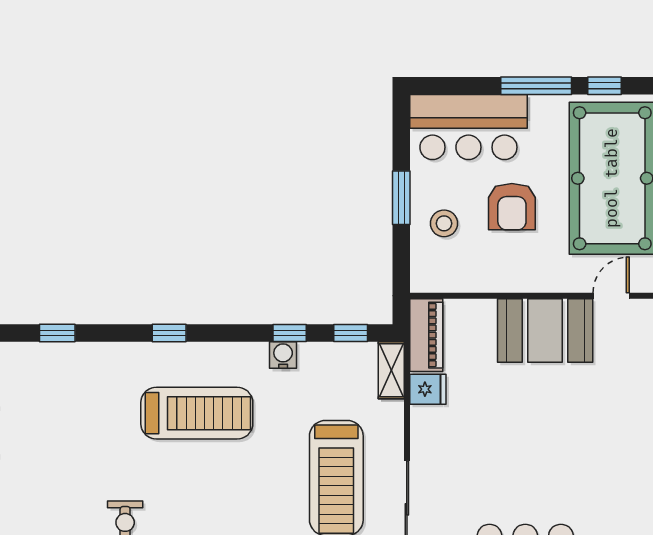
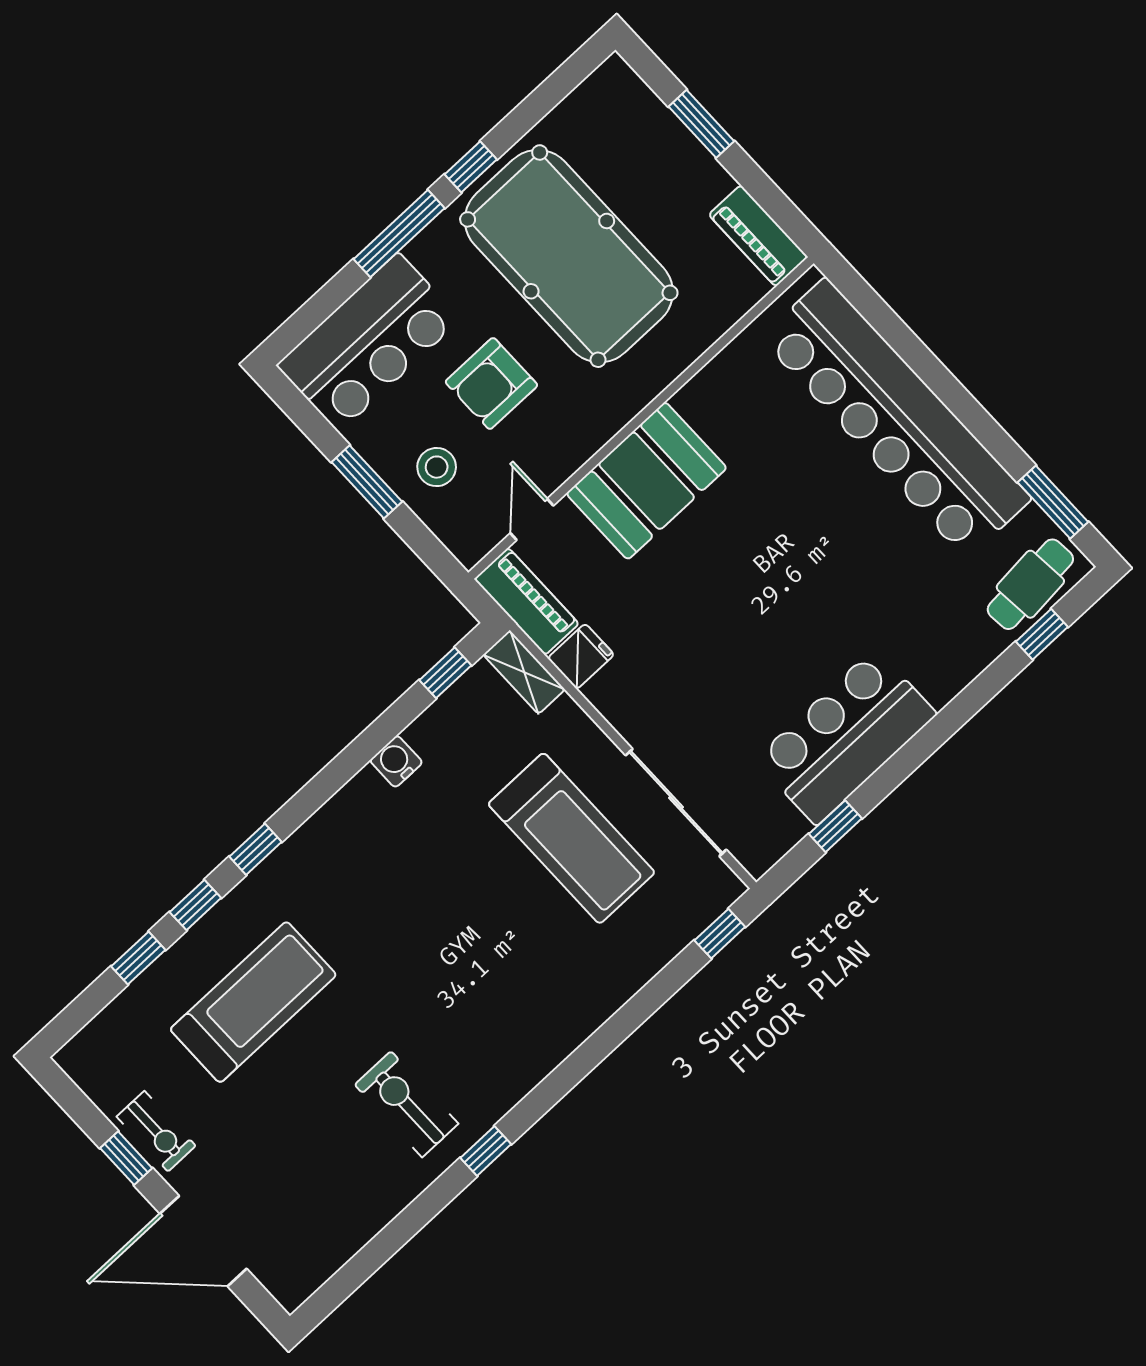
armchair: (512, 207) -> (491, 383), turned 90
door: (611, 296) -> (532, 519), moved
window: (290, 333) -> (195, 905), moved
treadmill: (197, 413) -> (253, 1002), moved

